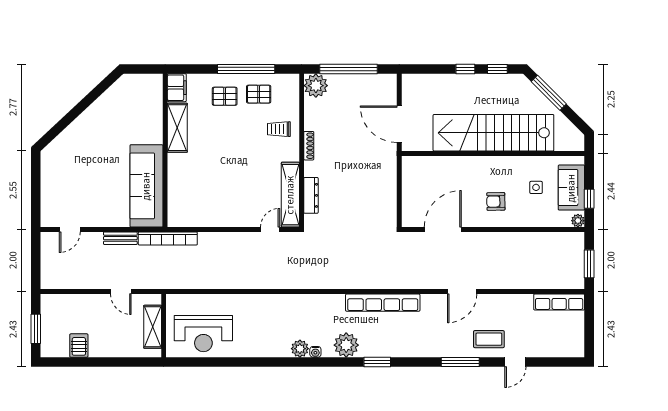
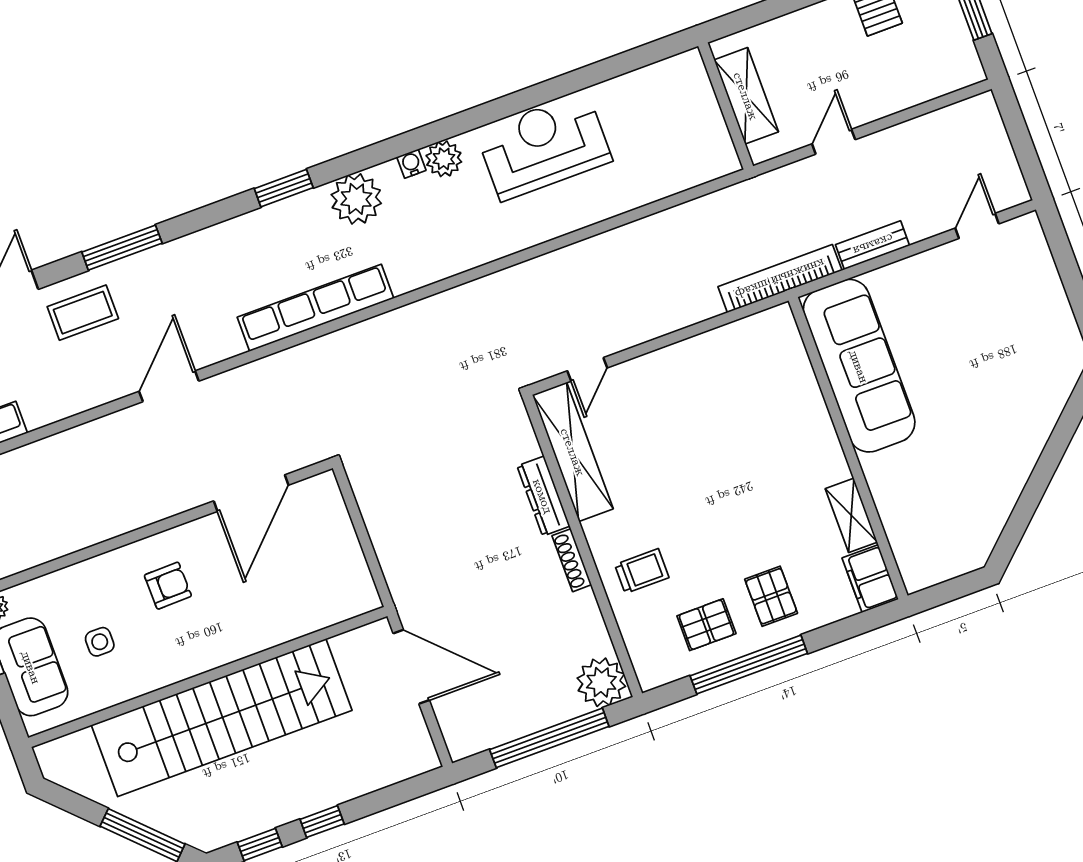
pallet: (225, 96) -> (771, 596), turned 90
shelving: (177, 128) -> (851, 515), width x0.67, depth x0.75
dresser: (311, 195) -> (543, 496), moved
door: (121, 291) -> (834, 142), hinge flipped
reception desk: (203, 334) -> (544, 146), moved

